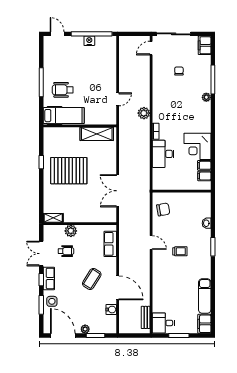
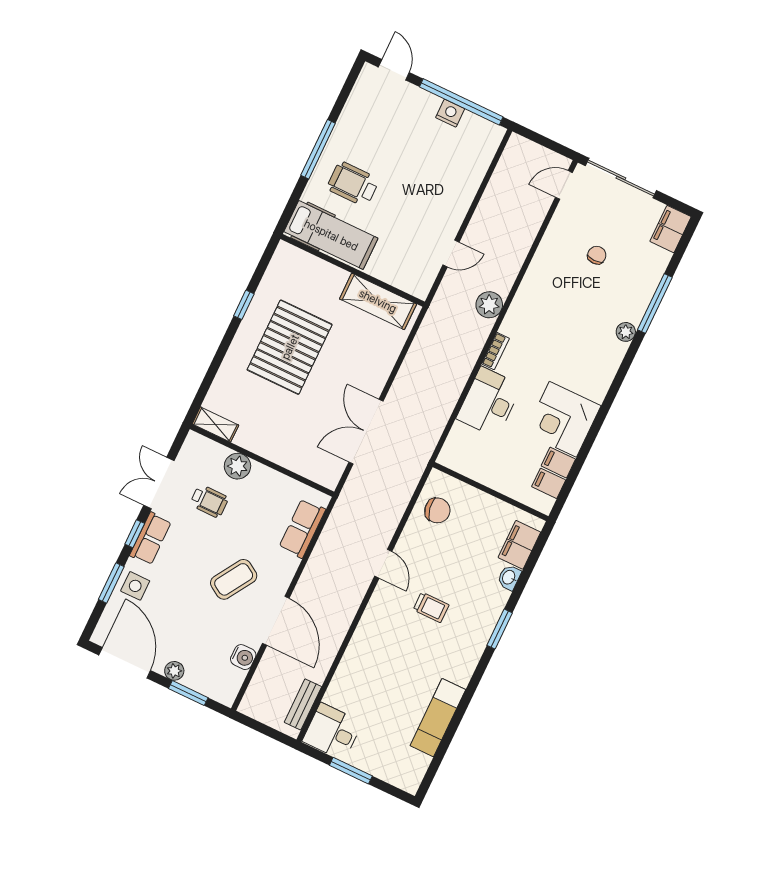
pallet: (69, 171) -> (290, 347), turned 90
filing cabinet: (204, 324) -> (519, 545), moved

